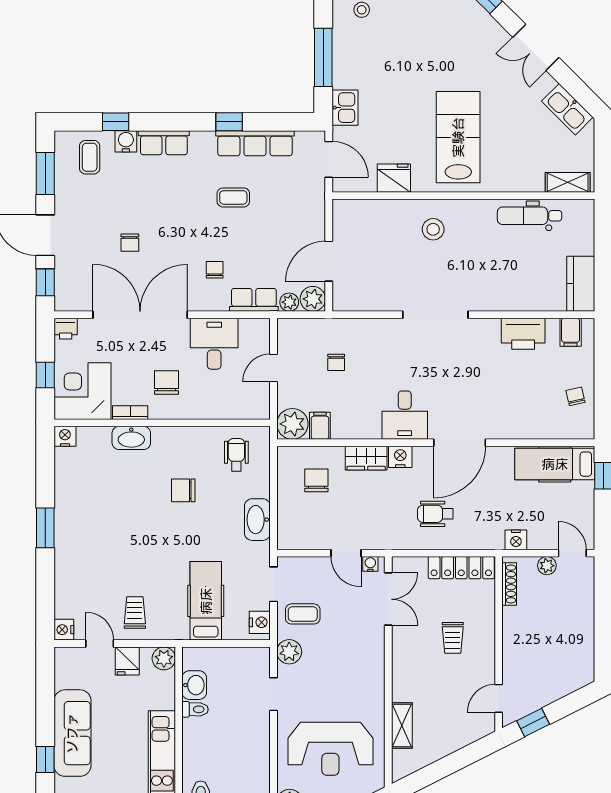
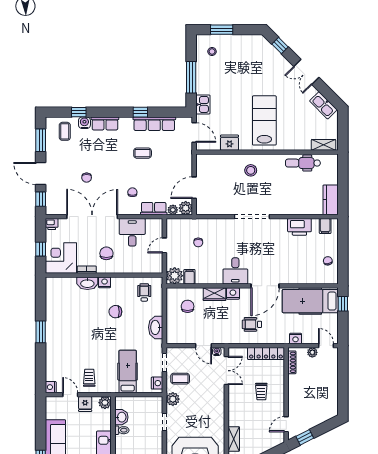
nightstand: (65, 436) -> (105, 282), moved
hospital bed: (555, 464) -> (310, 301), width x1.37, depth x1.29

